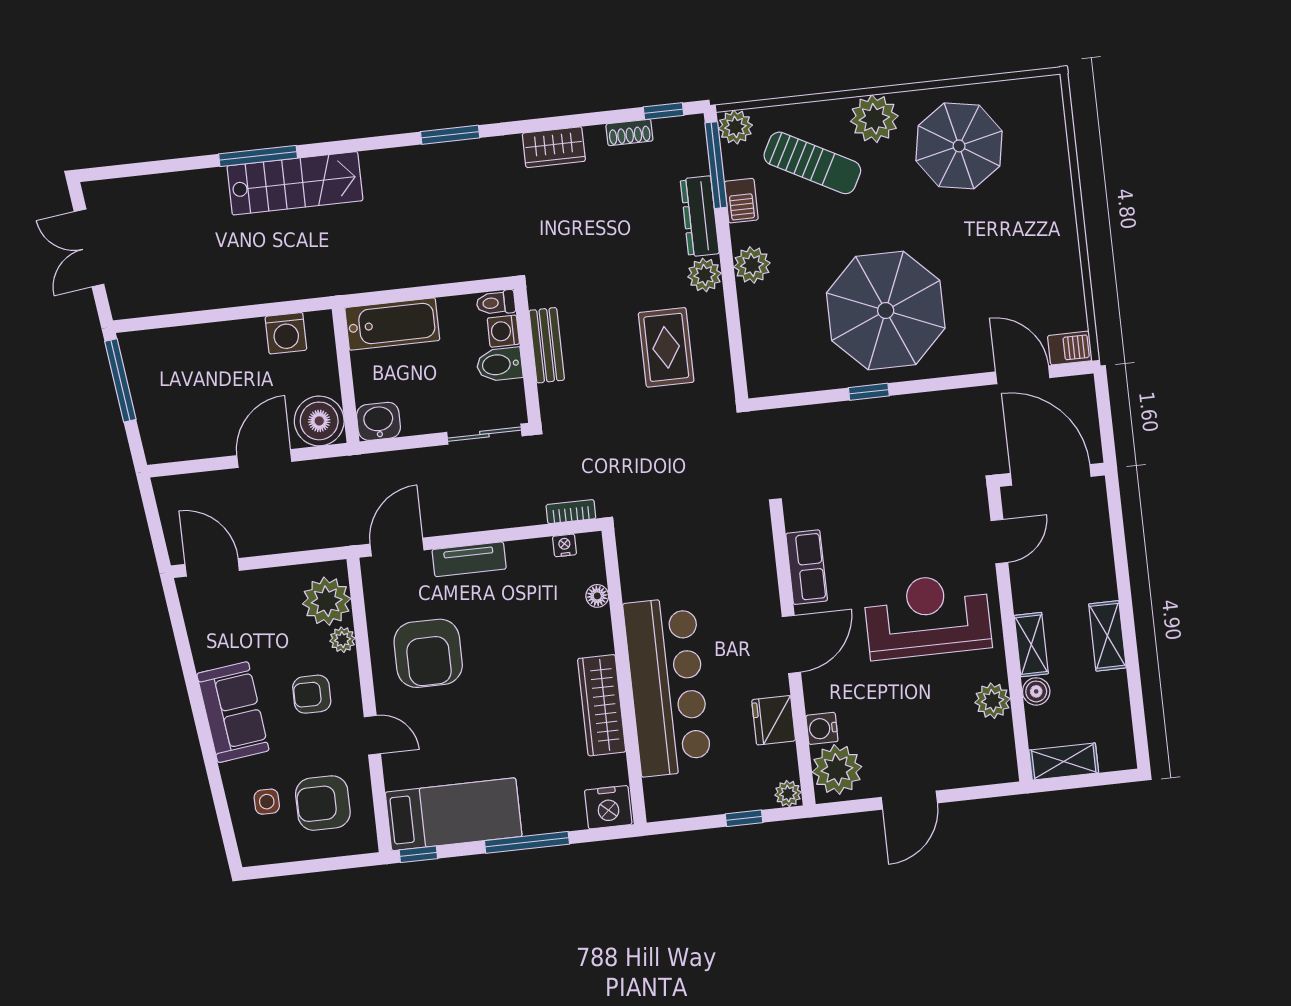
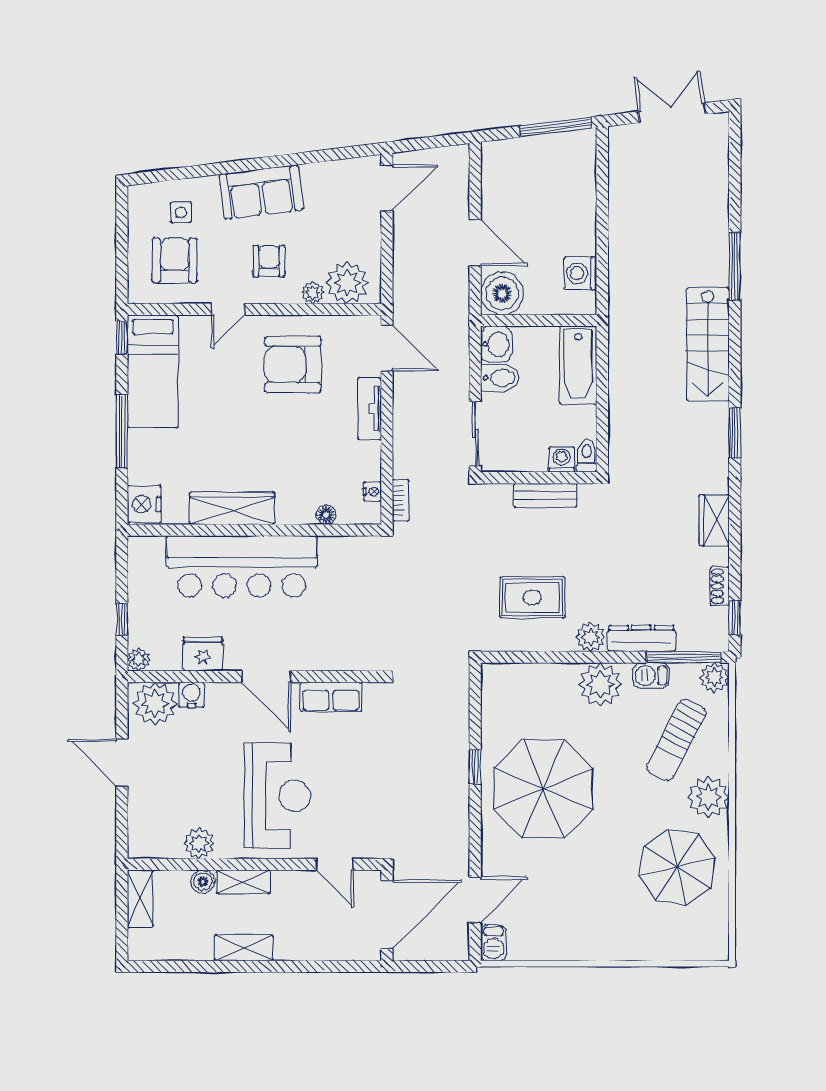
stairs: (295, 183) -> (708, 344), moved
plant: (752, 265) -> (601, 684), width x1.36, depth x1.36
bidet: (499, 364) -> (500, 378), moved, turned 90

